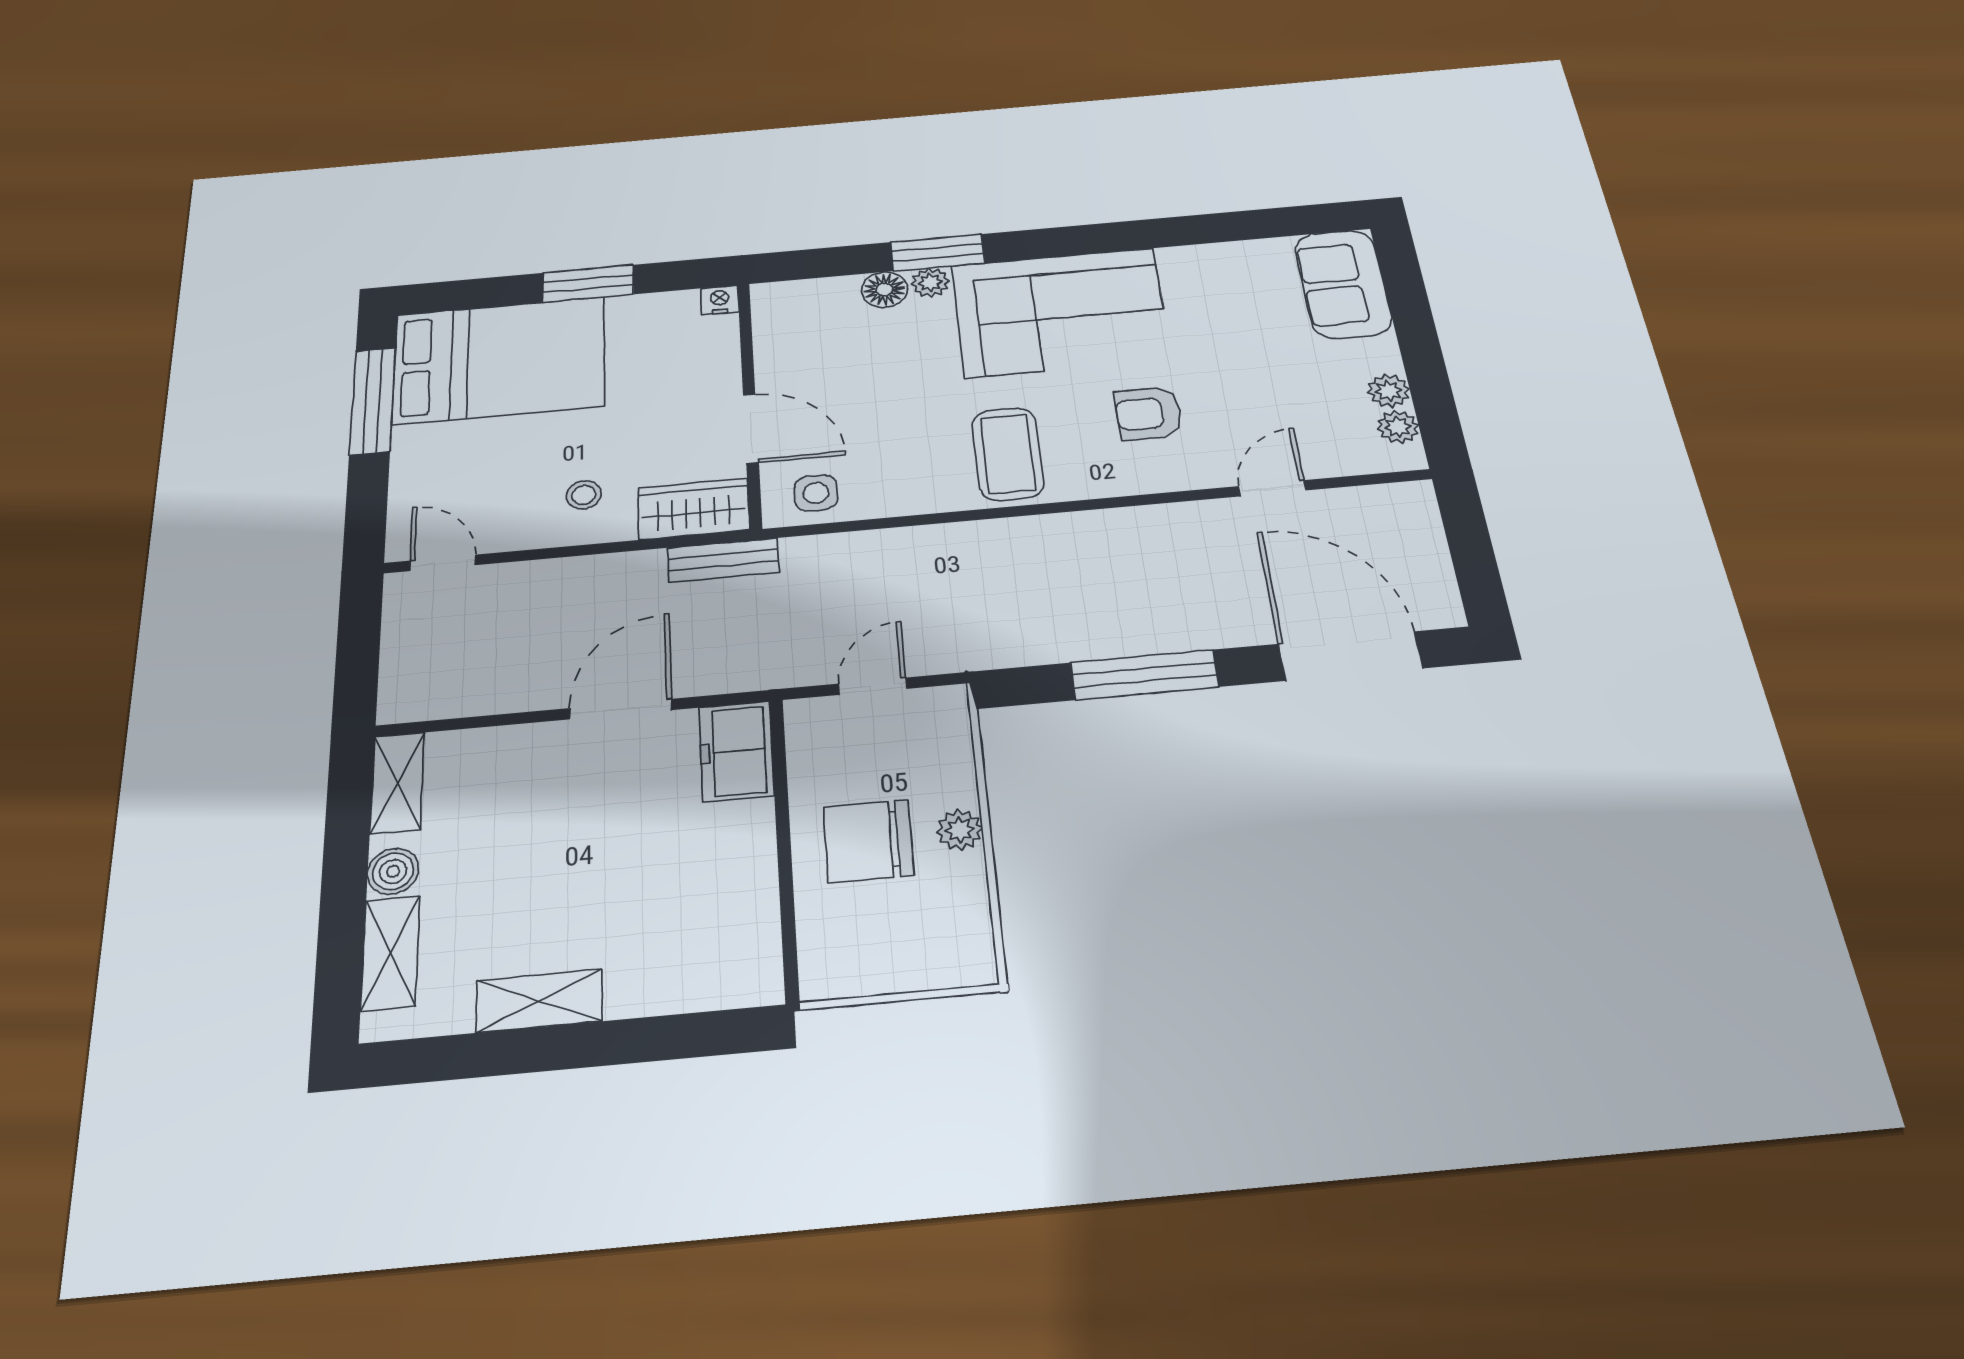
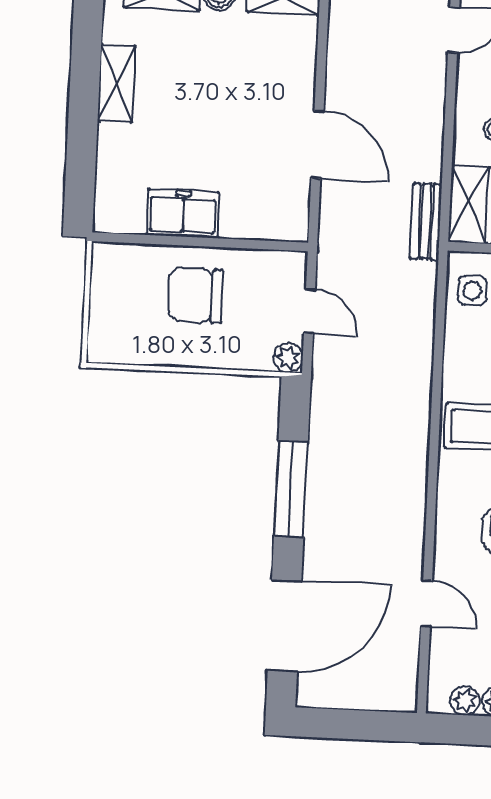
freezer: (736, 751) -> (183, 213), moved
plant: (960, 830) -> (288, 358), moved
chair: (869, 841) -> (196, 295), turned -90

